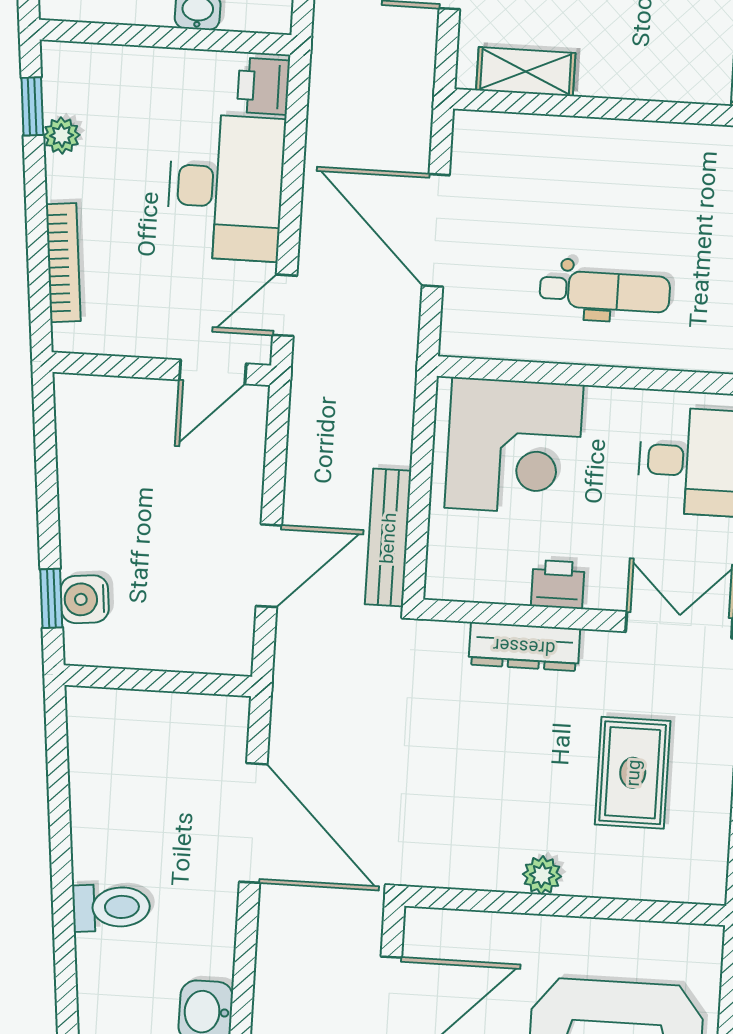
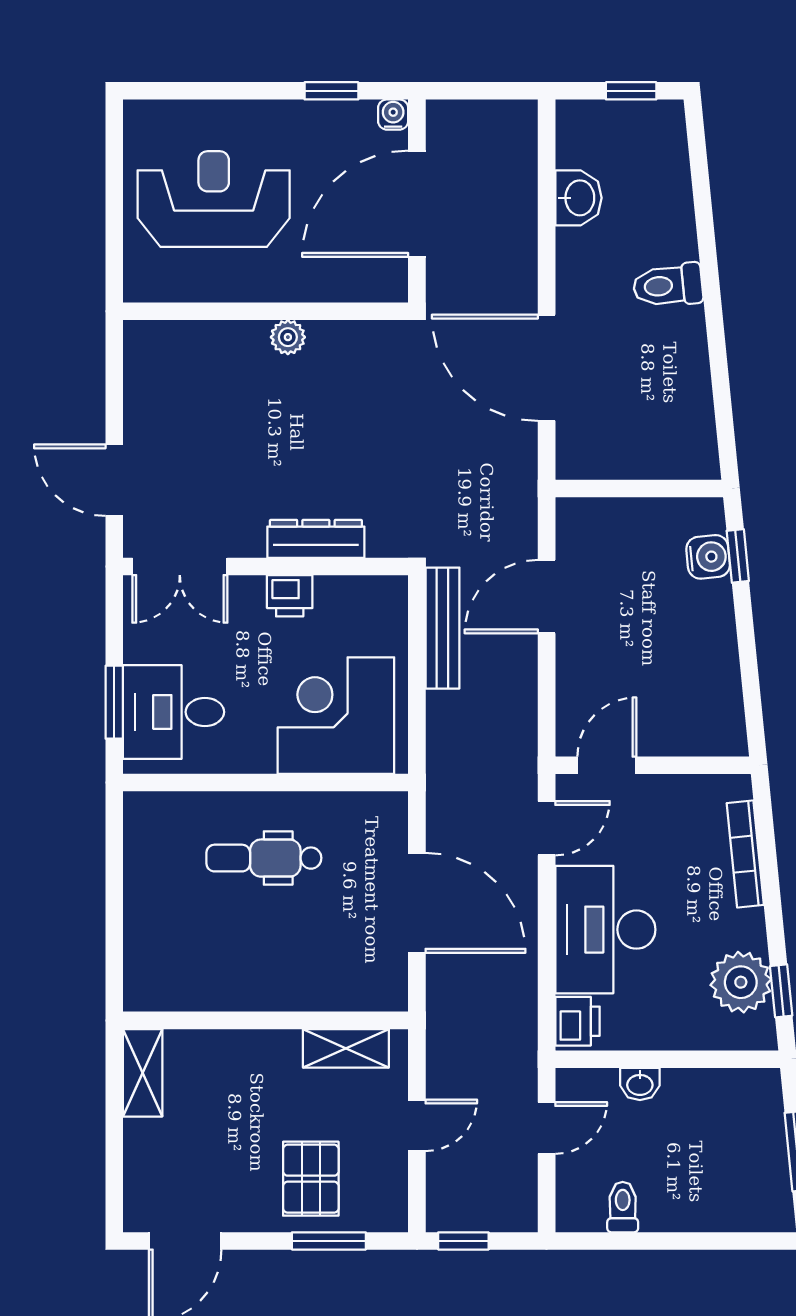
plant: (62, 136) -> (741, 982), width x1.87, depth x1.87
rug: (633, 773) -> (213, 433), removed

